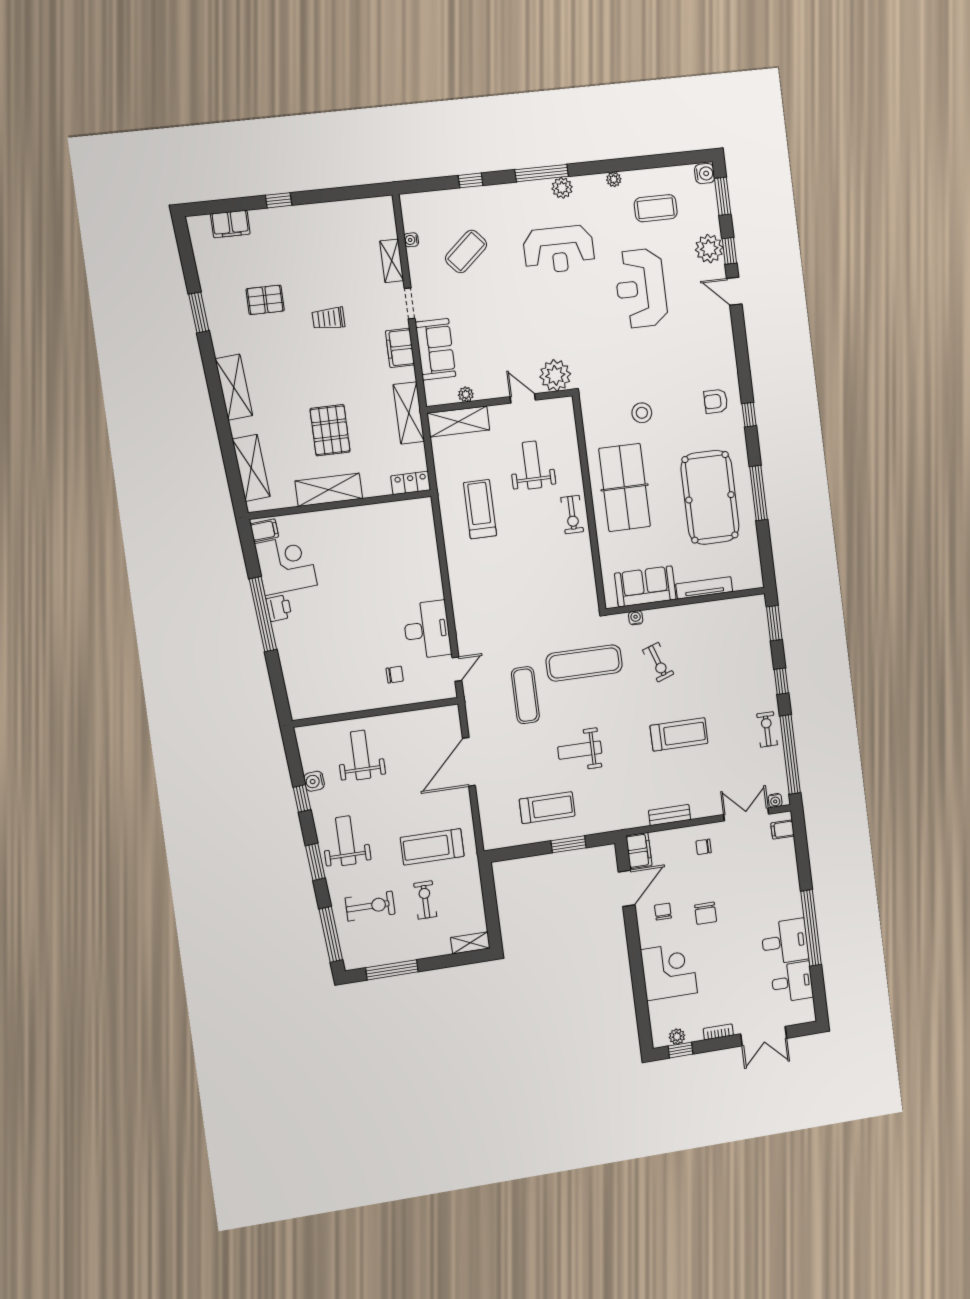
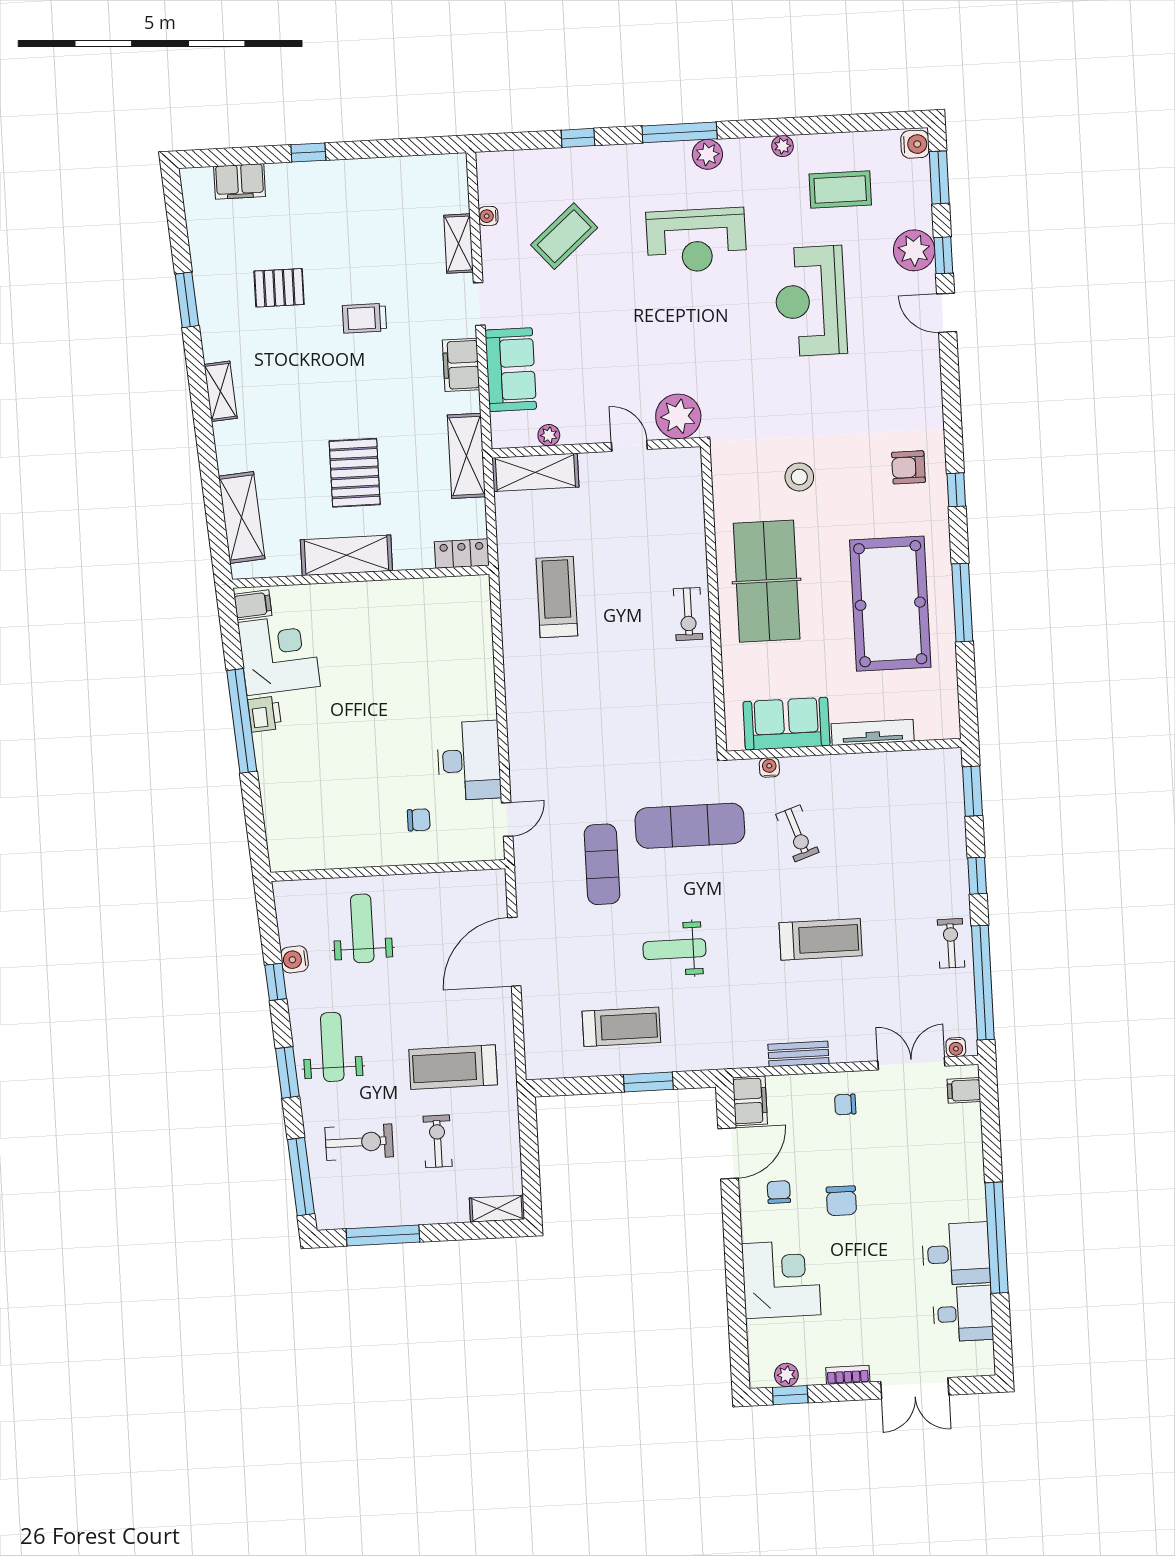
shelving: (234, 387) -> (221, 391), width x0.67, depth x0.75
weight bench: (532, 465) -> (636, 540), removed

